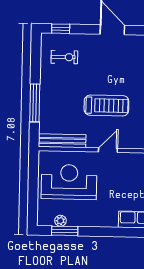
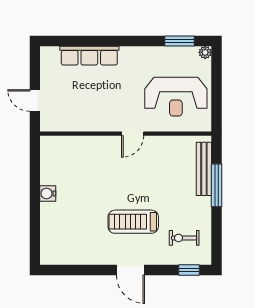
treadmill: (106, 105) -> (133, 222), moved
bench: (62, 141) -> (204, 169), moved, turned 90
plant: (60, 221) -> (205, 52), moved

